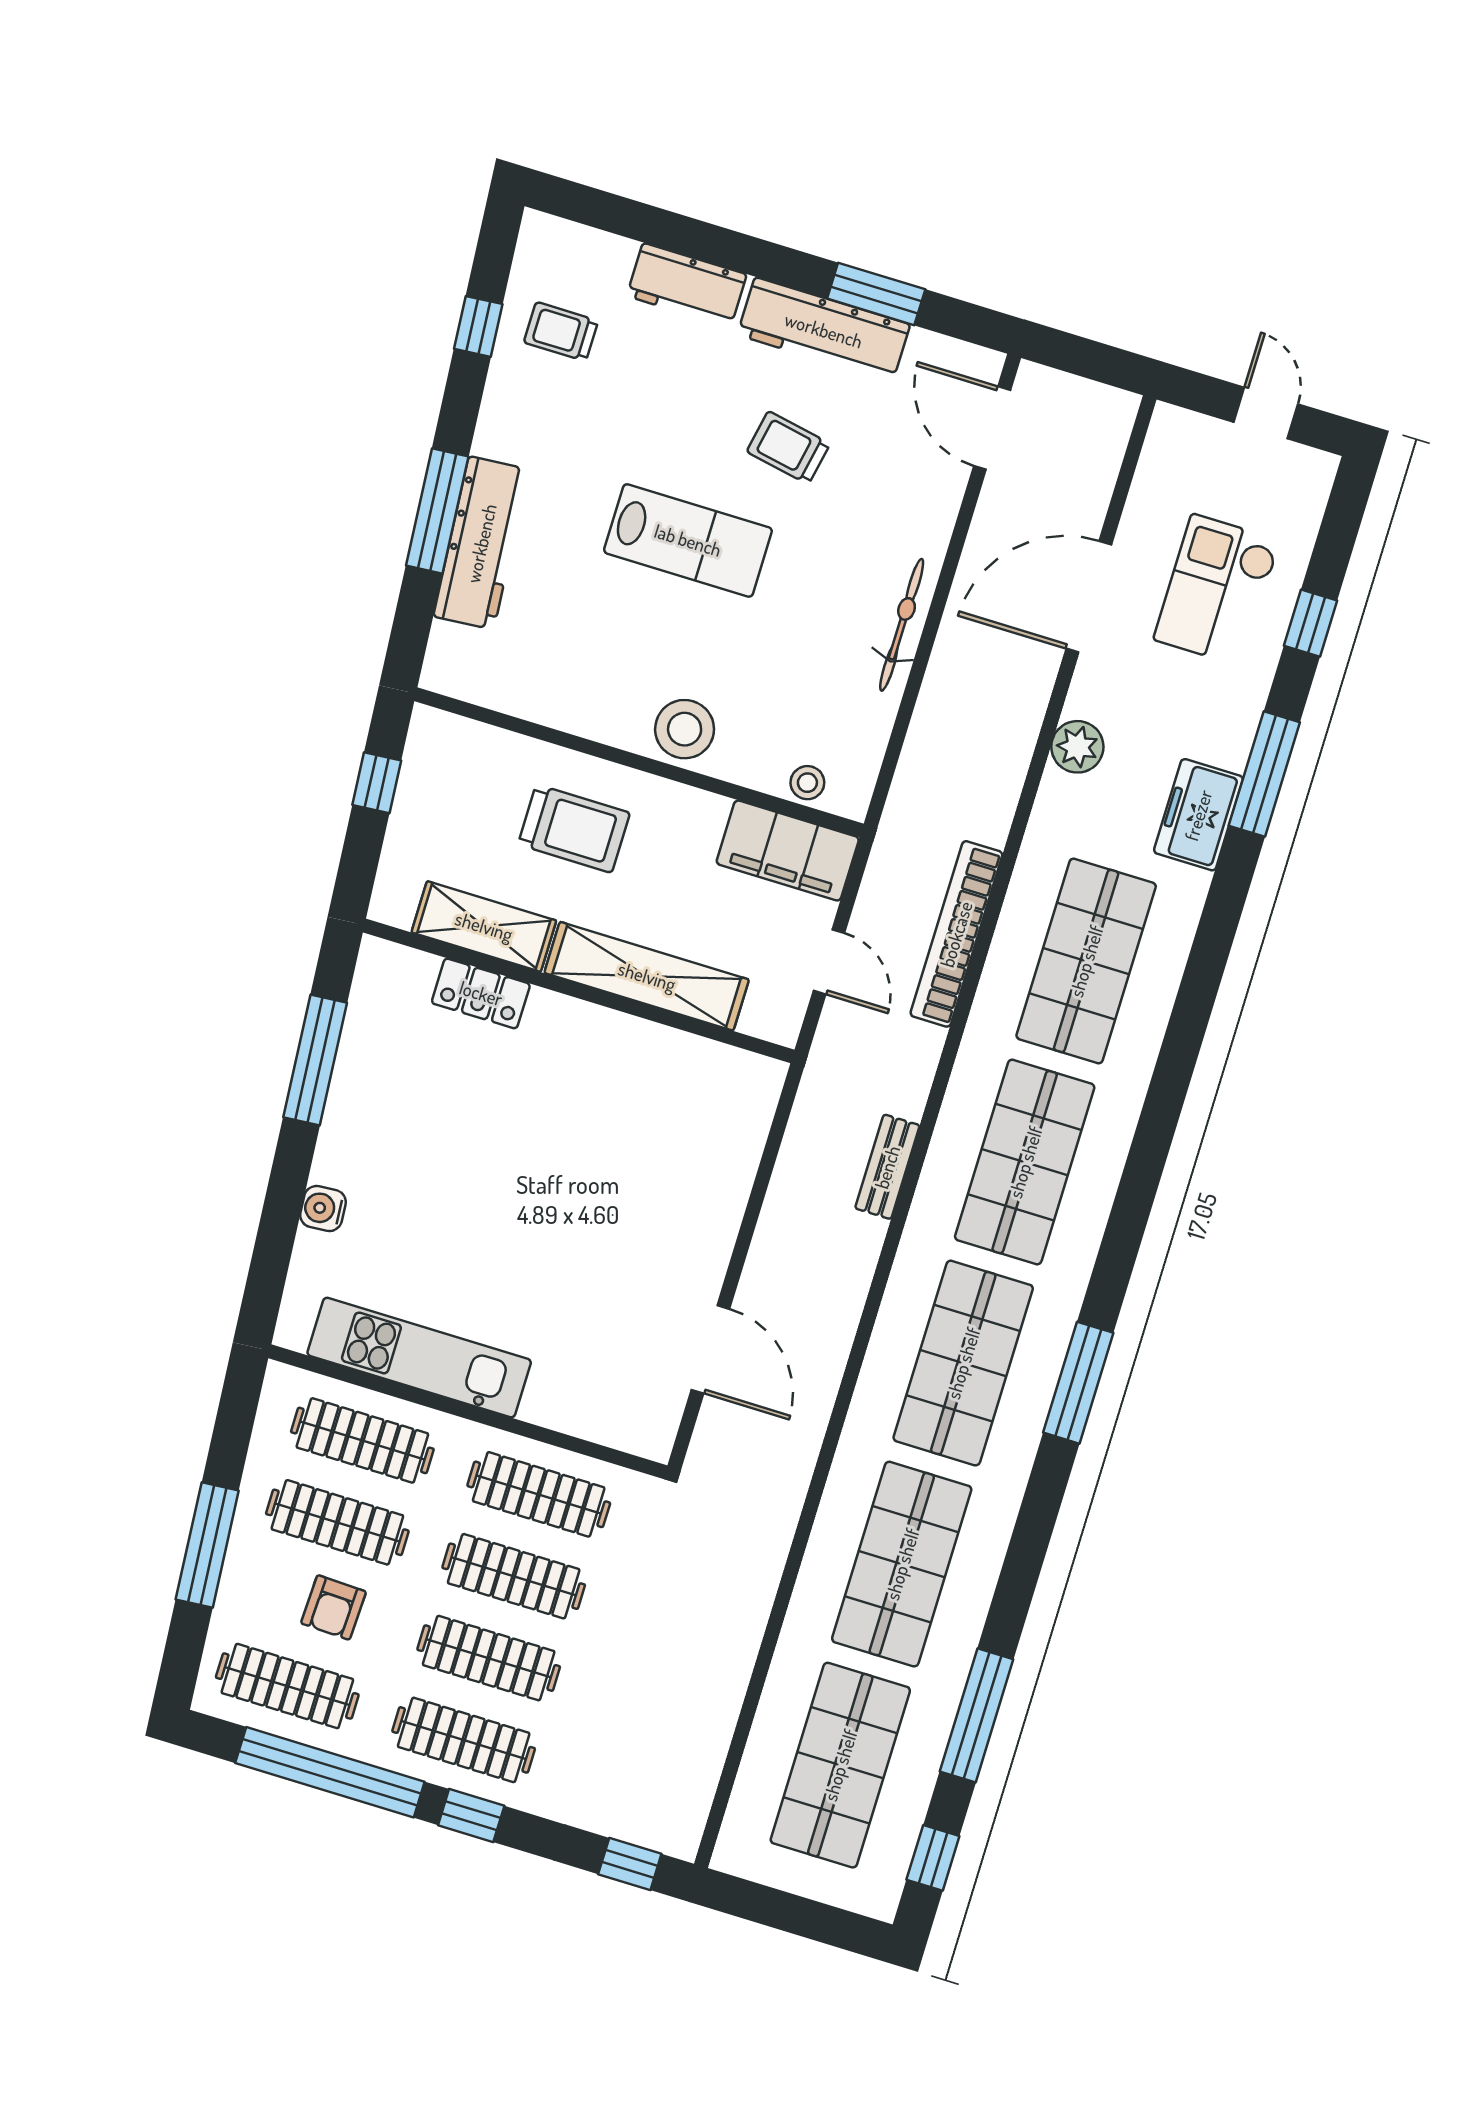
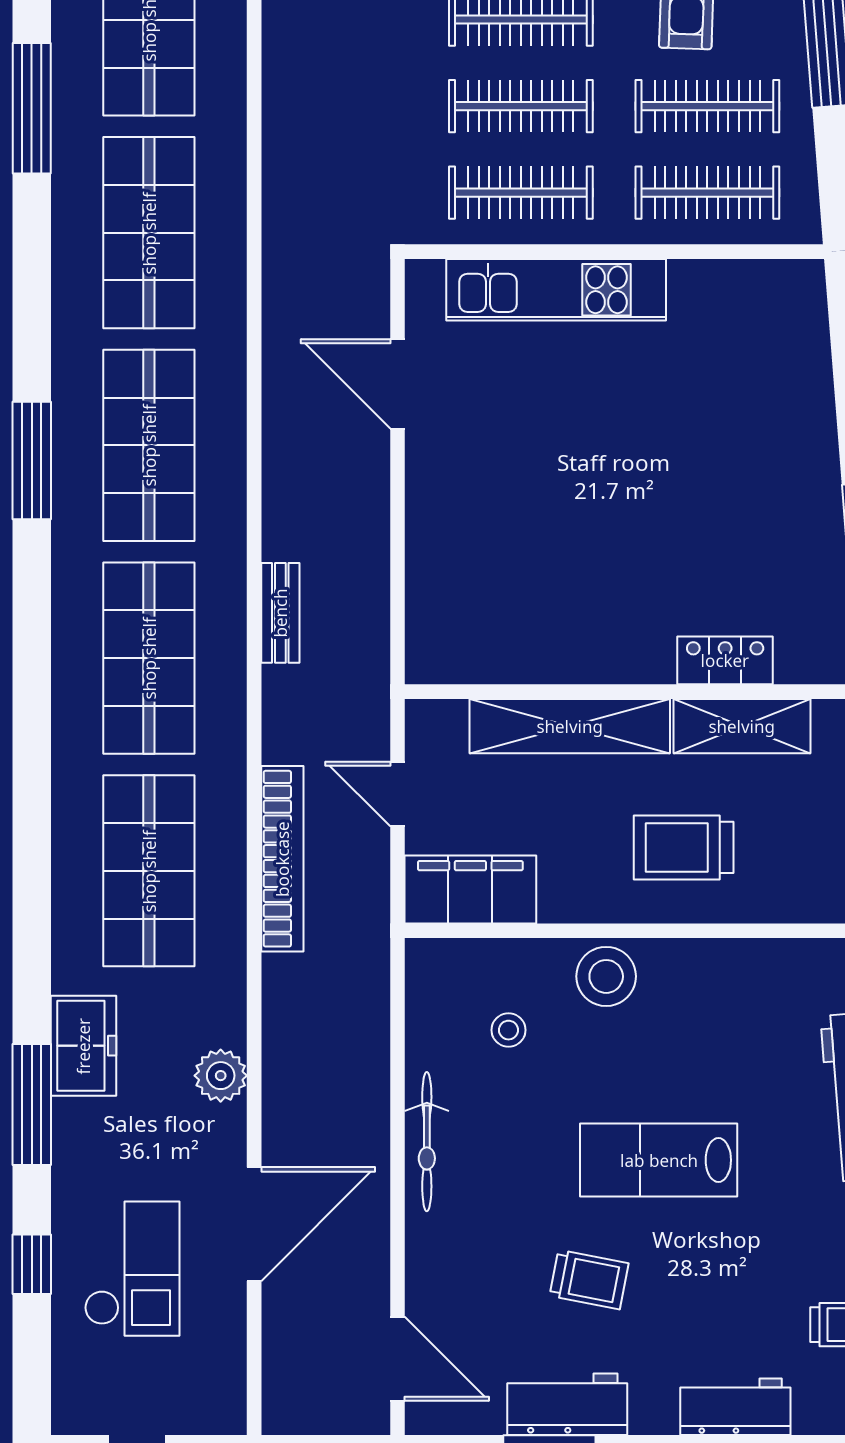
workbench: (824, 330) -> (567, 1404), width x0.73
stool: (807, 783) -> (508, 1030), moved
water cooler: (323, 1209) -> (814, 405), removed
kitchen unit: (419, 1358) -> (556, 290), moved

